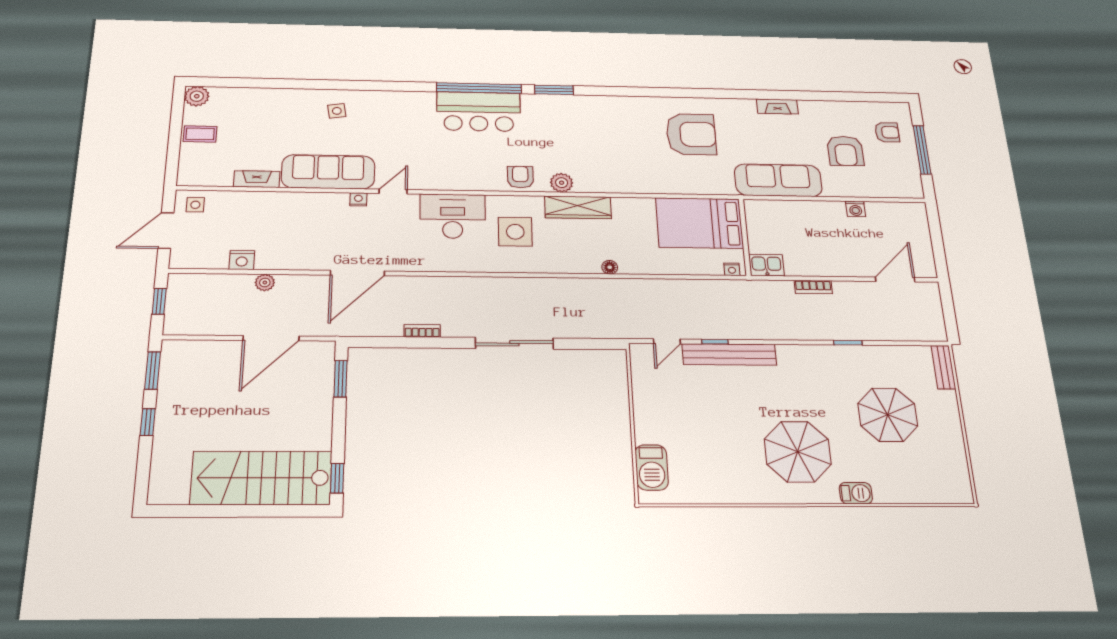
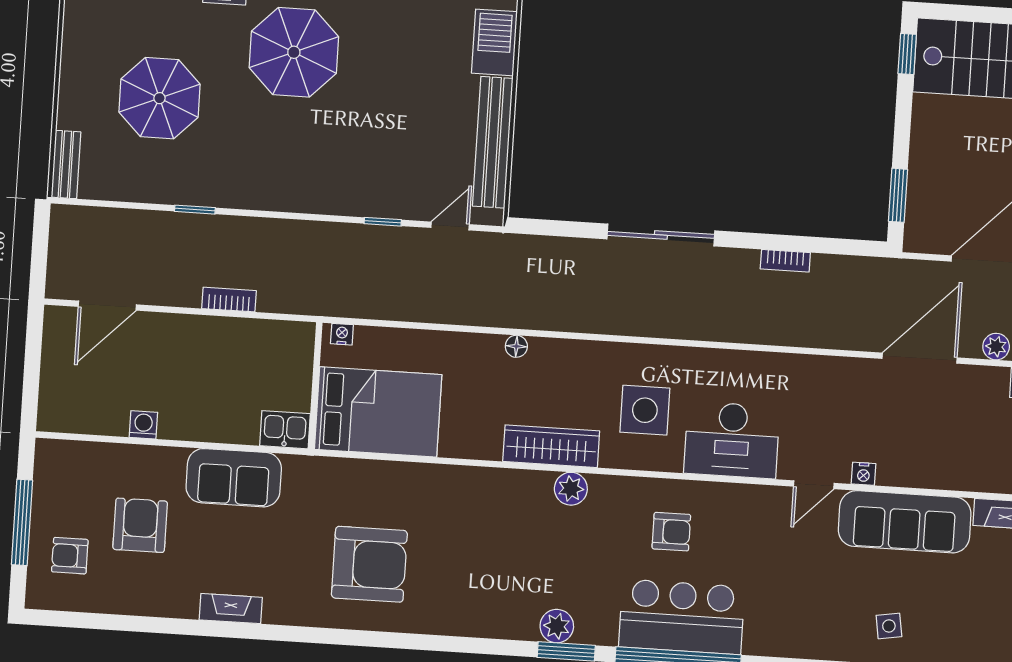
plant: (562, 104) -> (557, 626), added
armchair: (691, 134) -> (369, 564), turned 180
armchair: (520, 177) -> (671, 532), moved, turned -90
sofa: (778, 180) -> (234, 478), width x0.73
kitchen sink: (766, 265) -> (285, 430), moved, turned 180
door: (357, 273) -> (920, 358), moved
bench: (729, 354) -> (493, 142), moved, turned 90

